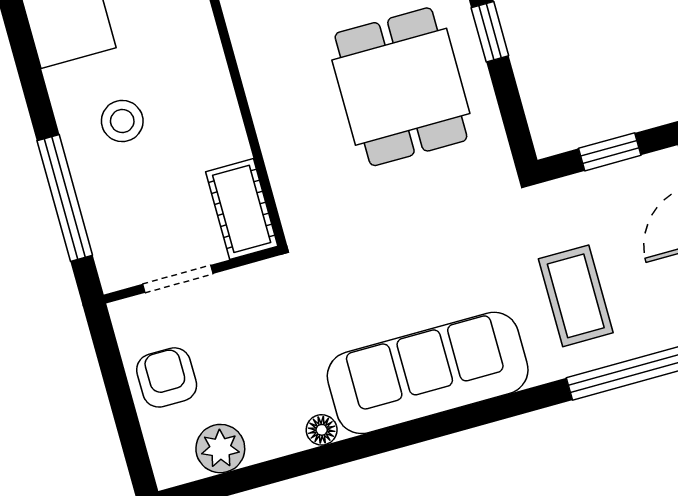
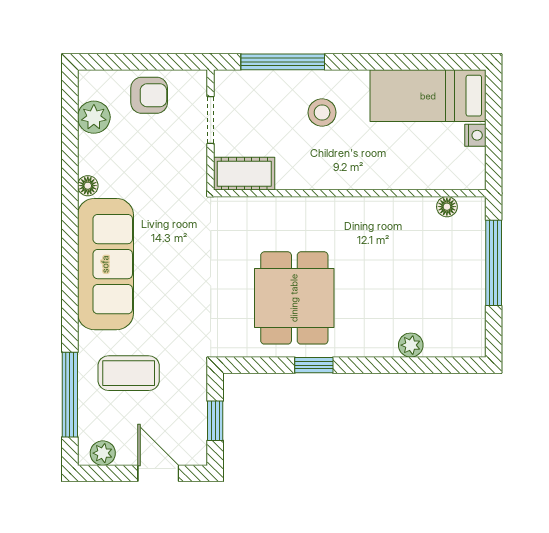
dining table: (401, 87) -> (294, 298), turned 90

